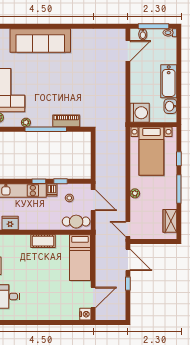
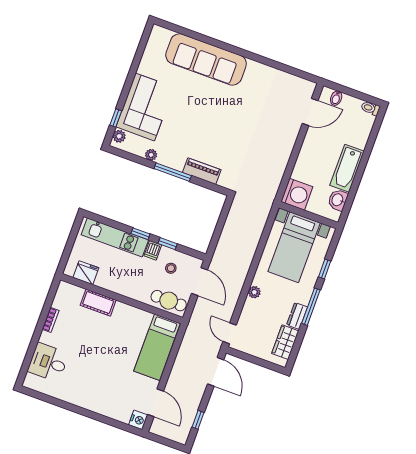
window: (154, 26) -> (353, 93), removed
window: (46, 129) -> (173, 172), width x0.68
dresser: (171, 199) -> (297, 316), added
cot: (43, 241) -> (98, 303), moved
window: (128, 284) -> (198, 420), moved
door: (93, 298) -> (155, 403), hinge flipped

